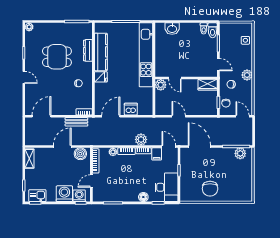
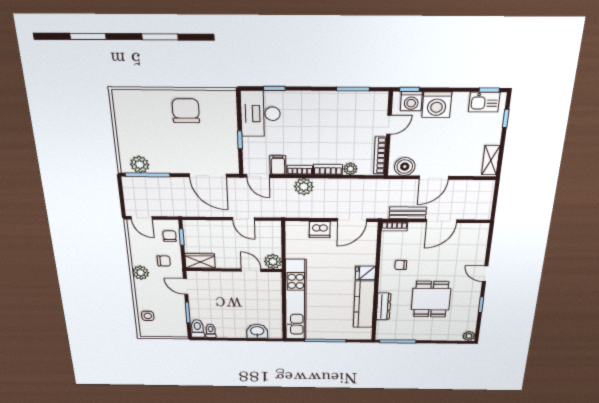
dining table: (57, 57) -> (431, 299), turned 90
door: (41, 116) -> (442, 221), moved
floor lamp: (143, 197) -> (300, 98), removed

